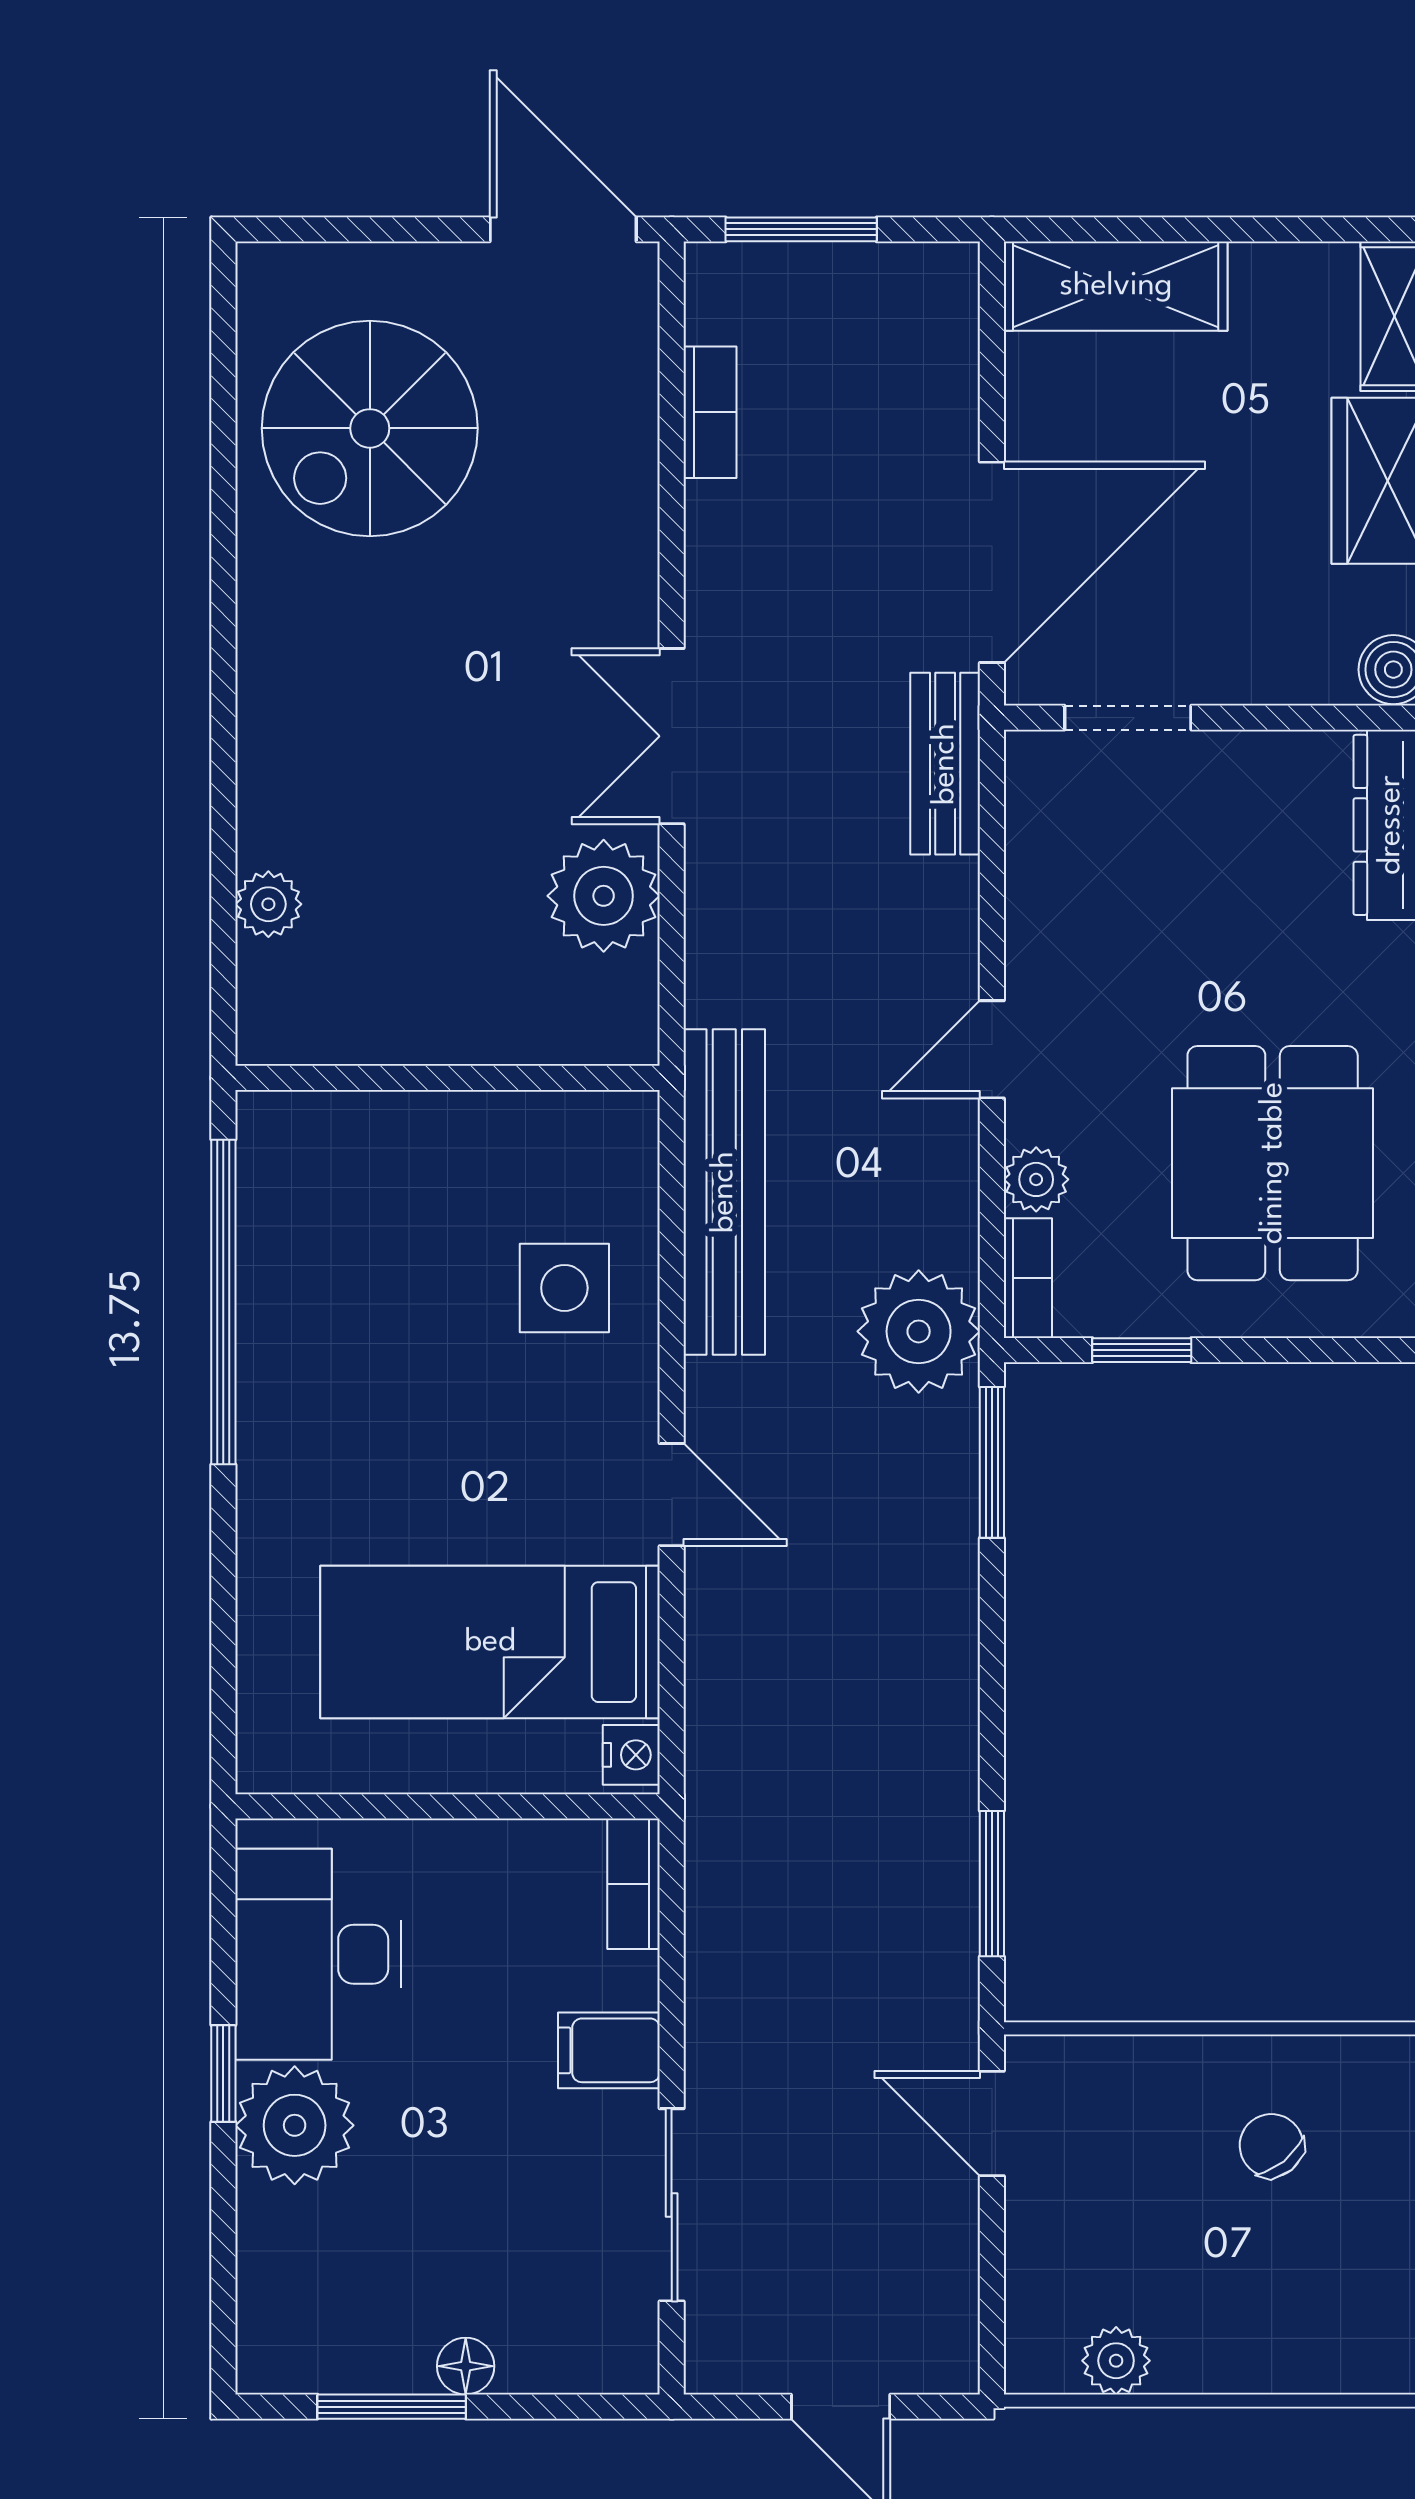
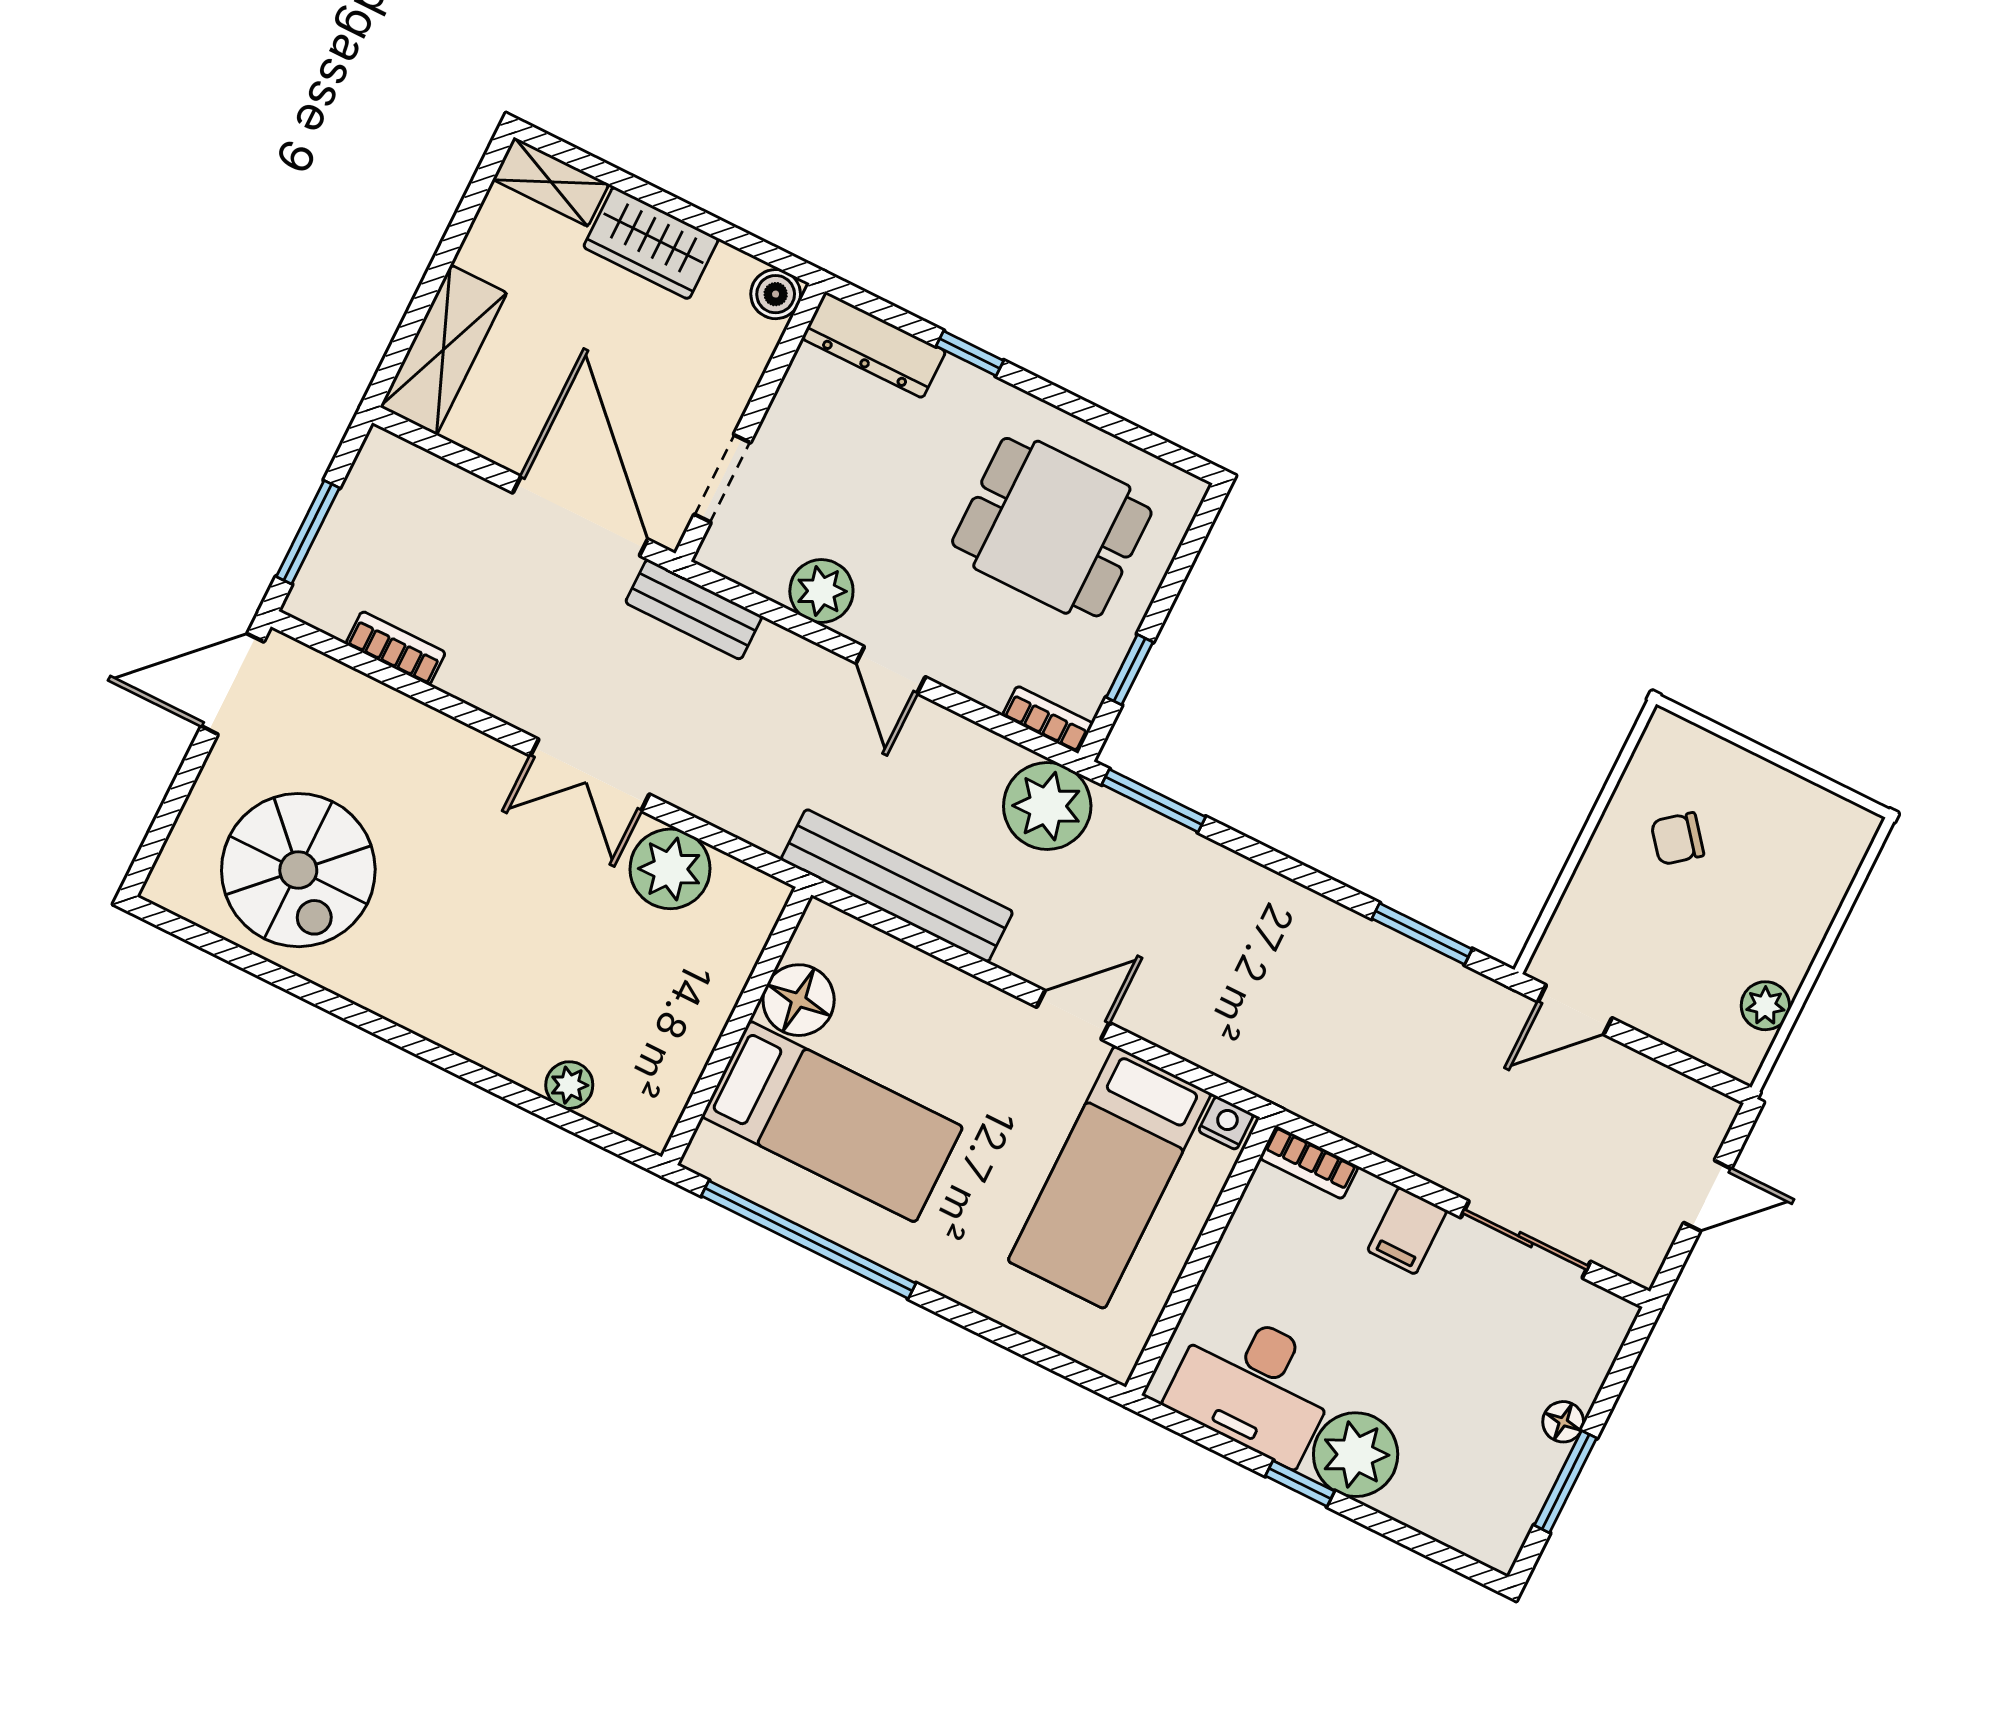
floor lamp: (519, 1140) -> (799, 1000), added
plant: (1036, 1179) -> (821, 591), moved, width x1.38, depth x1.38
bed: (387, 1258) -> (832, 1122), added
side table: (564, 1288) -> (907, 1018), removed

